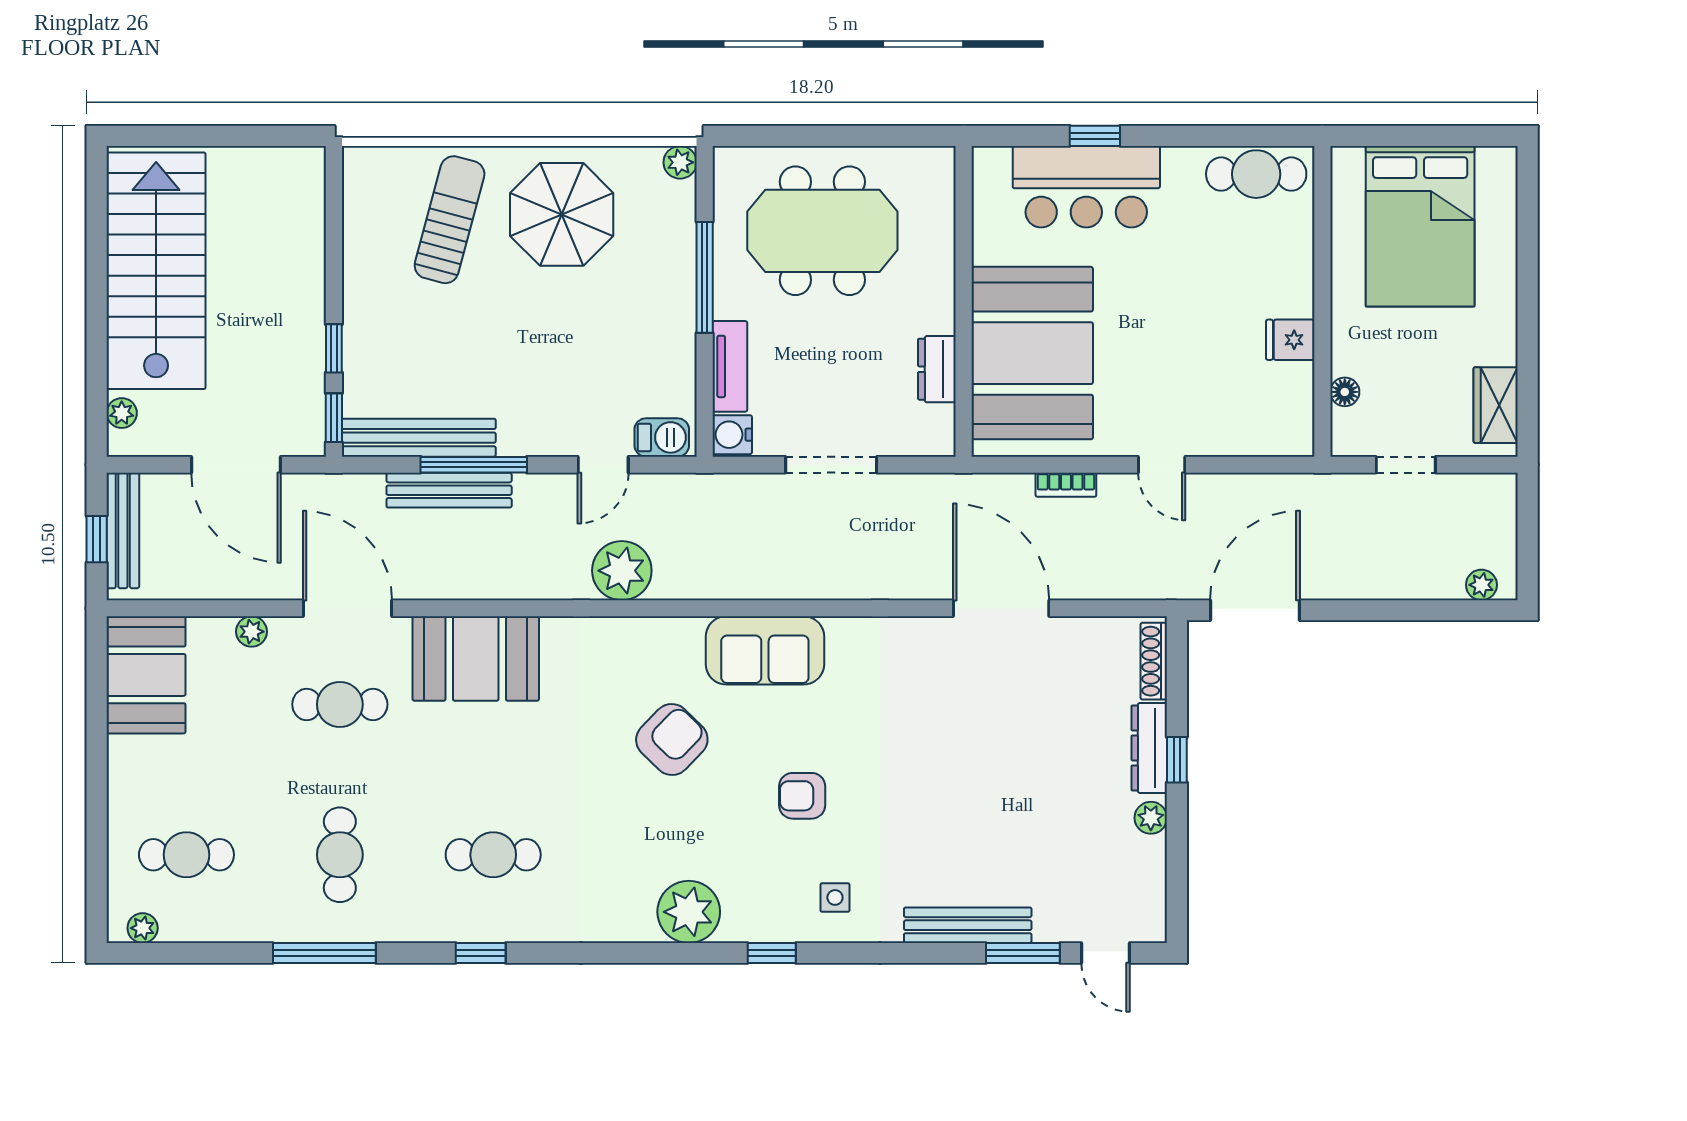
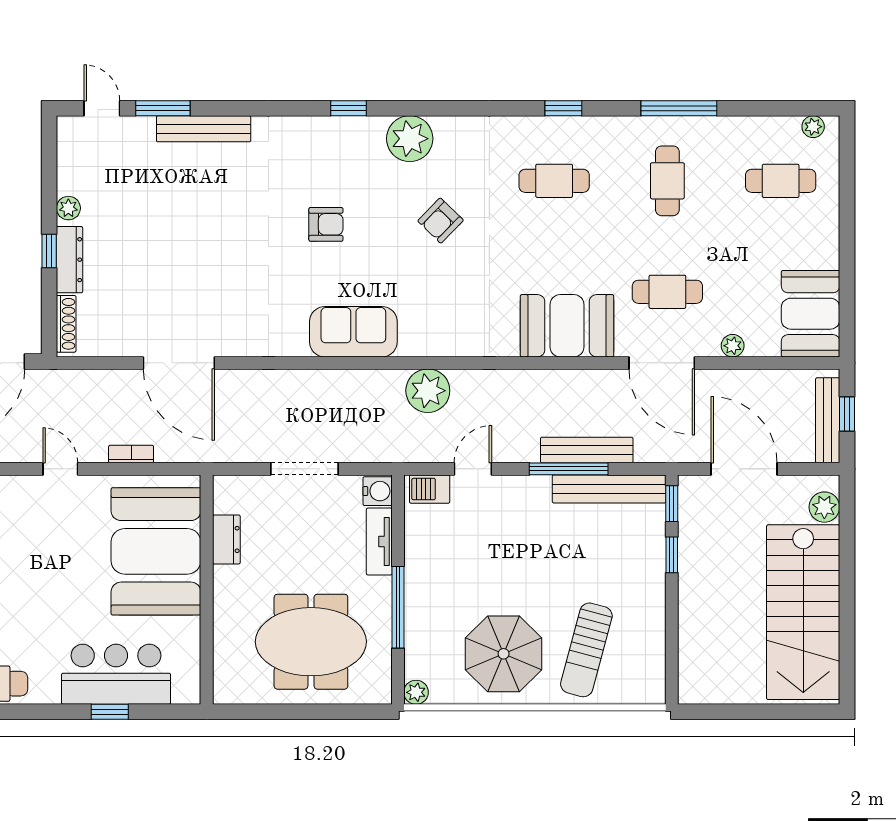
plant: (122, 413) -> (824, 507), width x1.38, depth x1.38
plant: (622, 571) -> (428, 391), moved
armchair: (672, 740) -> (441, 221), moved, width x0.72, depth x0.72
side table: (835, 897) -> (302, 149), removed

